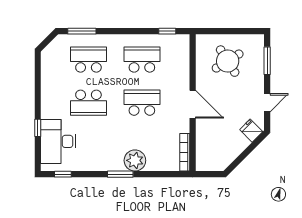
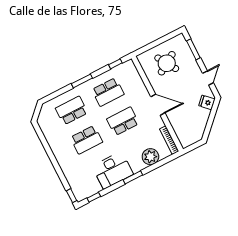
window: (82, 31) -> (82, 81), moved
school desk: (142, 60) -> (108, 92), turned 180
window: (38, 128) -> (72, 196), moved
desk: (58, 141) -> (113, 170), moved, turned -90
plant: (135, 160) -> (150, 157), moved

